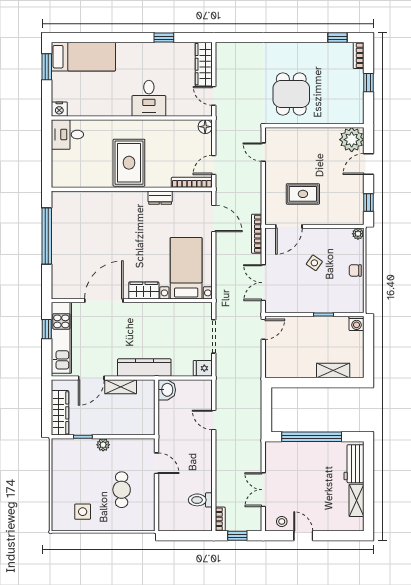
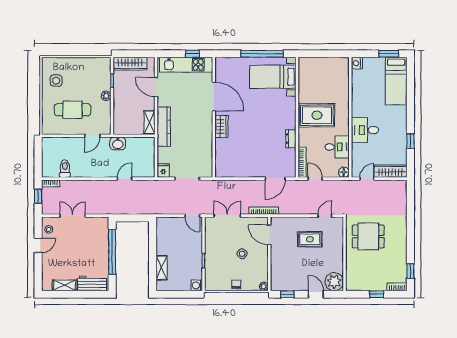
desk: (67, 134) -> (337, 147), moved, turned 90
rug: (303, 194) -> (310, 239), moved, turned 90
bed with nightstands: (186, 268) -> (273, 77), moved, turned 180
shelving: (121, 387) -> (150, 122), moved
washbasin: (167, 390) -> (118, 143), moved
cafe table: (122, 490) -> (72, 110), width x1.37, depth x1.35

